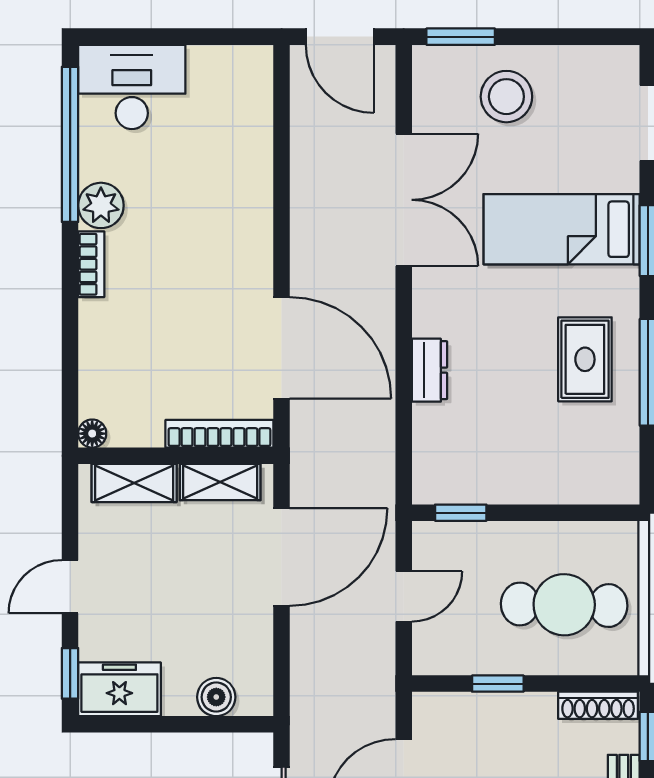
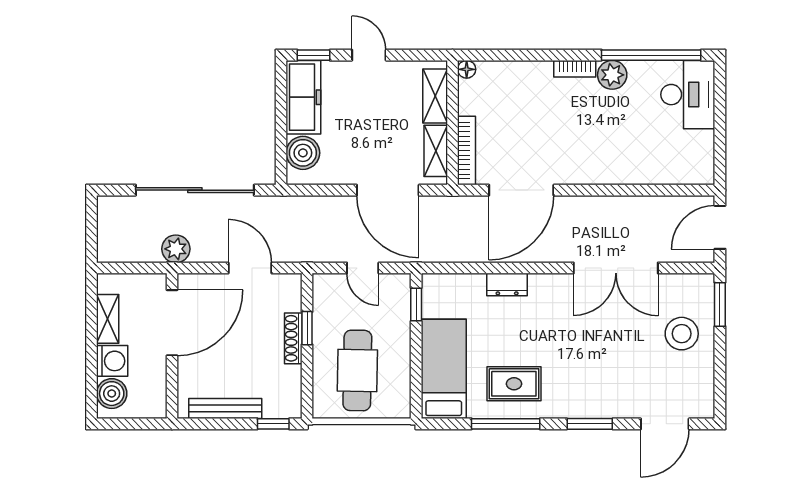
bed: (562, 229) -> (444, 369), moved
freezer: (119, 689) -> (303, 97), width x1.40
boiler: (216, 697) -> (303, 153), width x1.36, depth x1.36
shoe rack: (598, 705) -> (293, 338), moved

